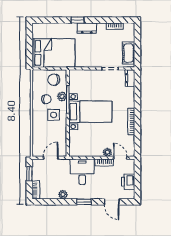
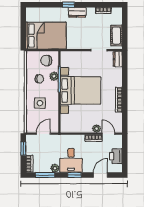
bed with nightstands: (90, 112) -> (80, 90), width x1.36
side table: (54, 115) -> (40, 103), moved
desk: (82, 172) -> (71, 160), moved, turned 180
window: (53, 202) -> (45, 175), added
door: (112, 202) -> (100, 175), swing flipped

